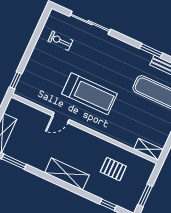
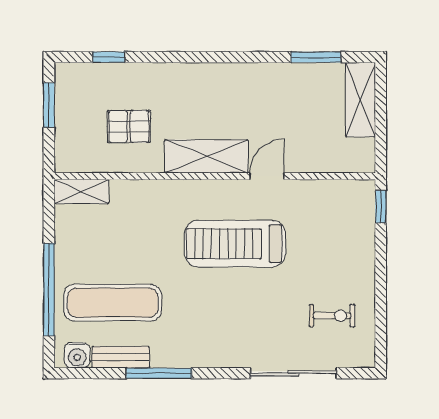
window: (151, 51) -> (159, 373), width x1.44
shelving: (67, 174) -> (207, 156), moved

